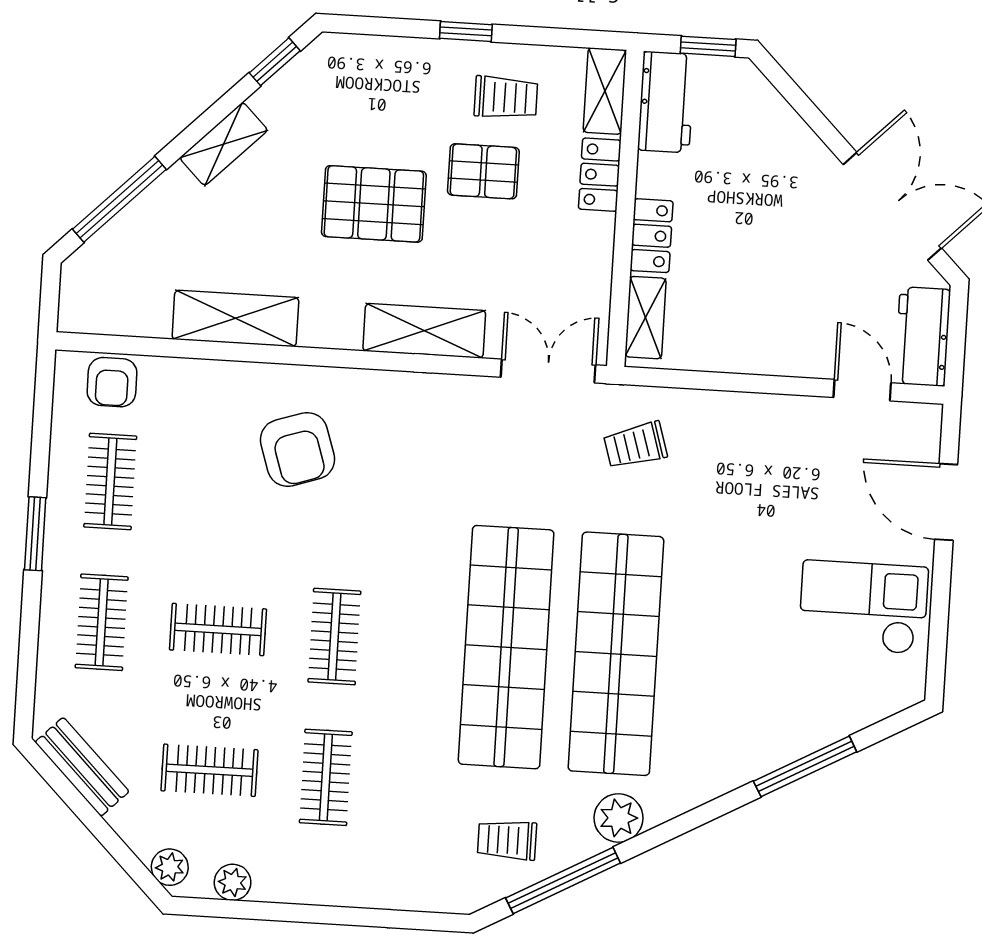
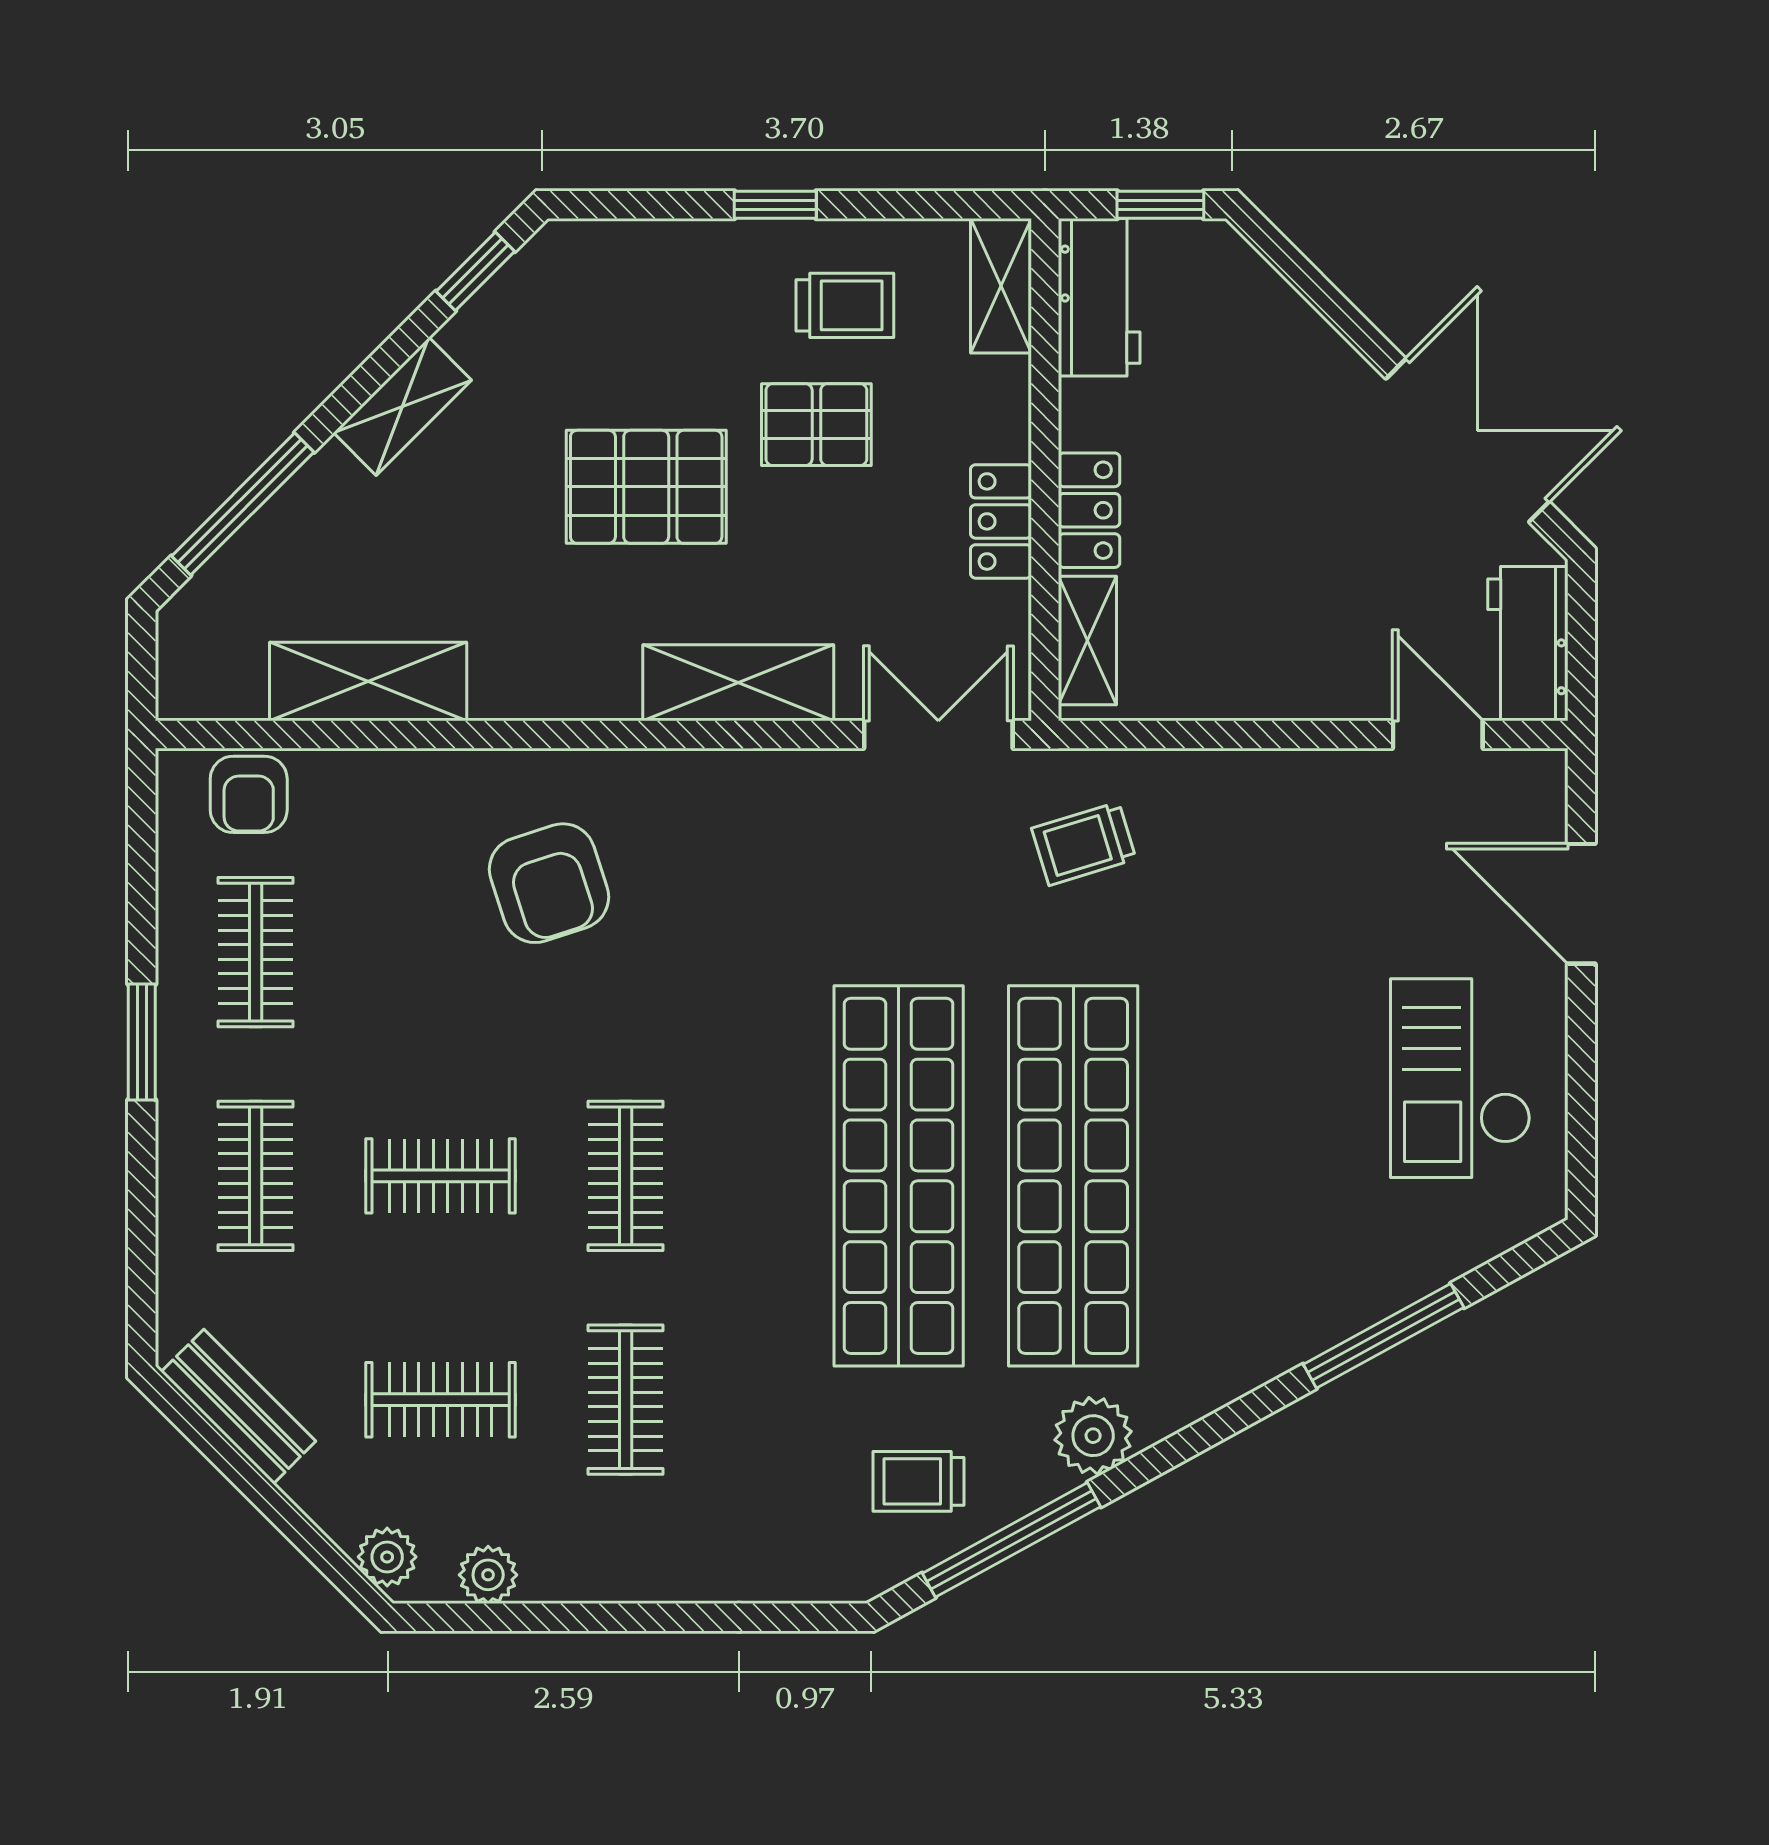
locker: (600, 175) -> (1001, 521), moved
shelving: (235, 318) -> (368, 682), moved
checkout: (863, 607) -> (1461, 1078), turned -90

